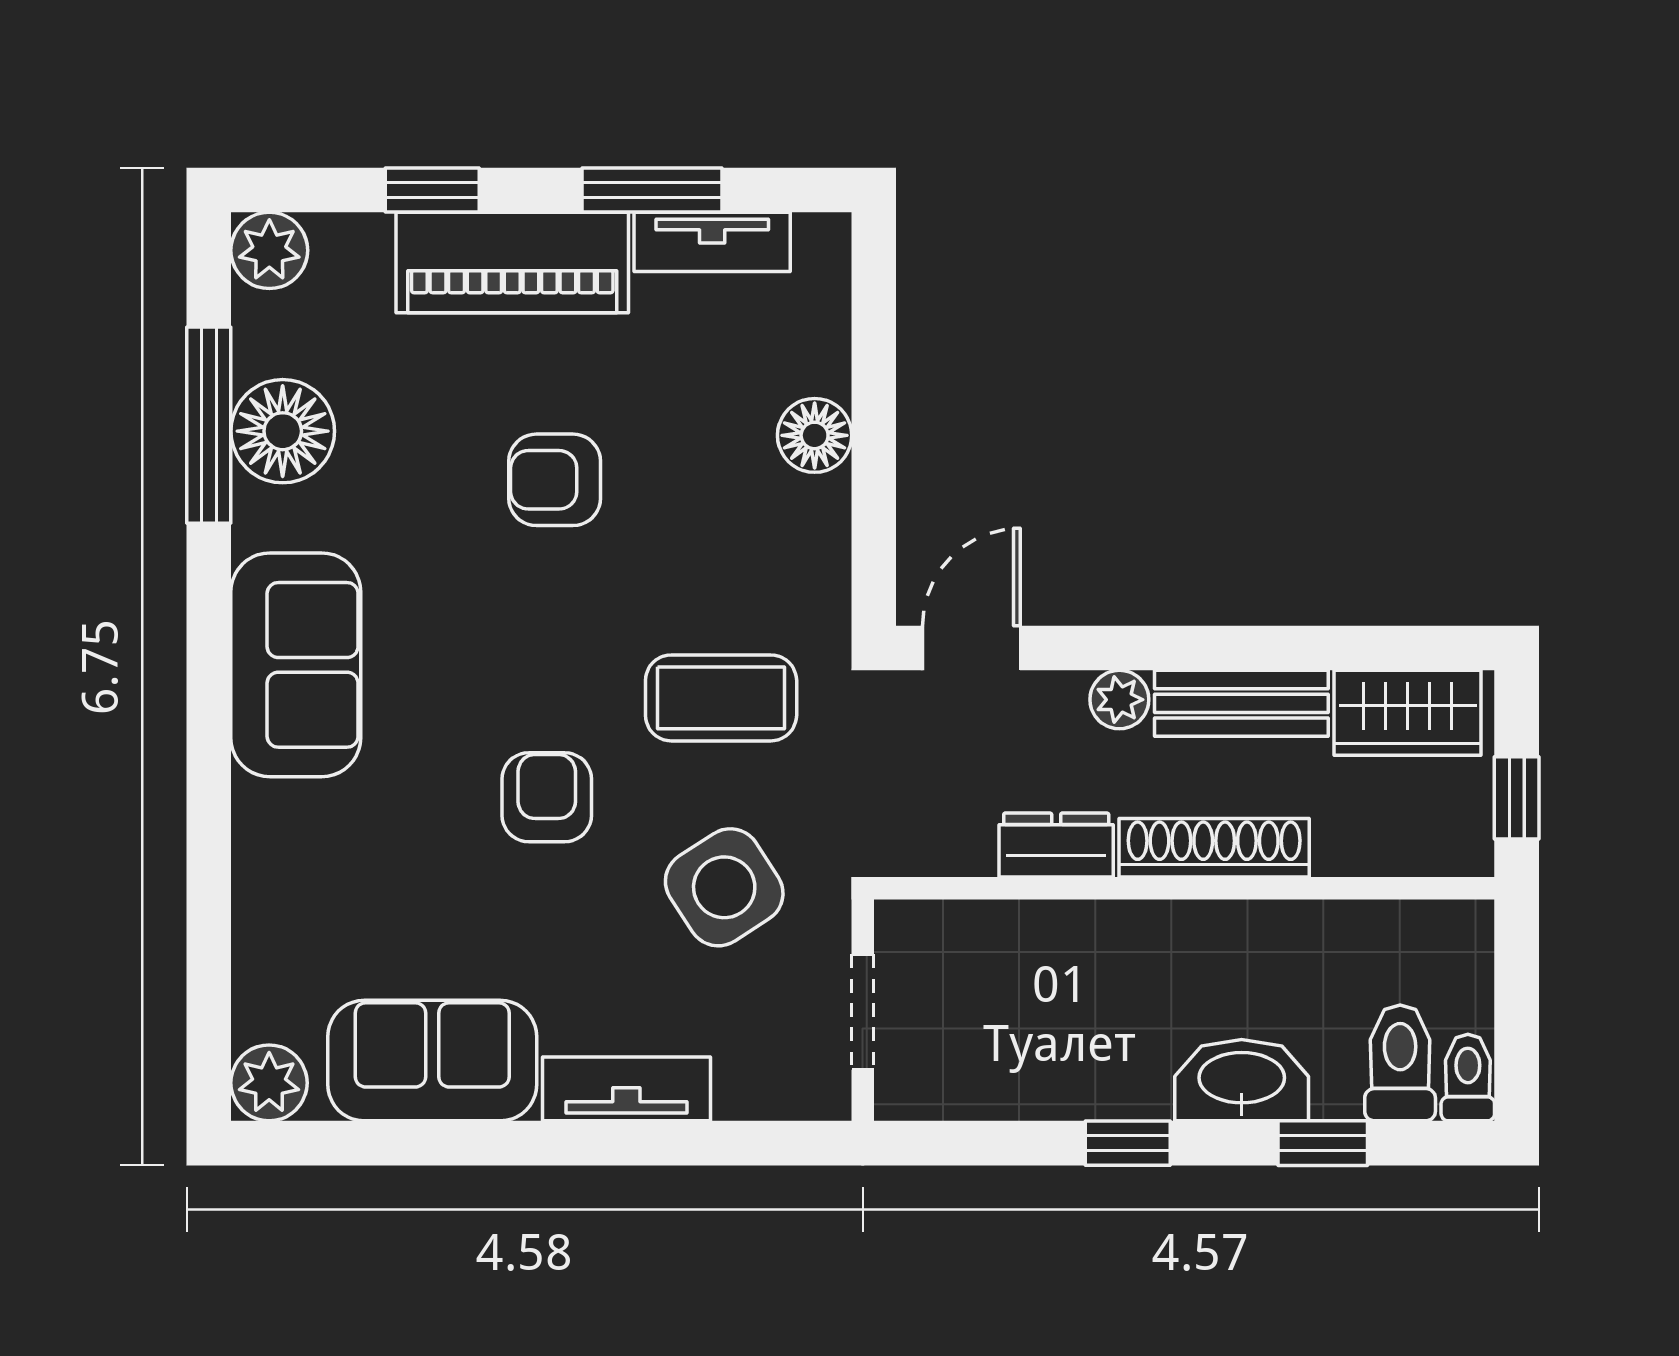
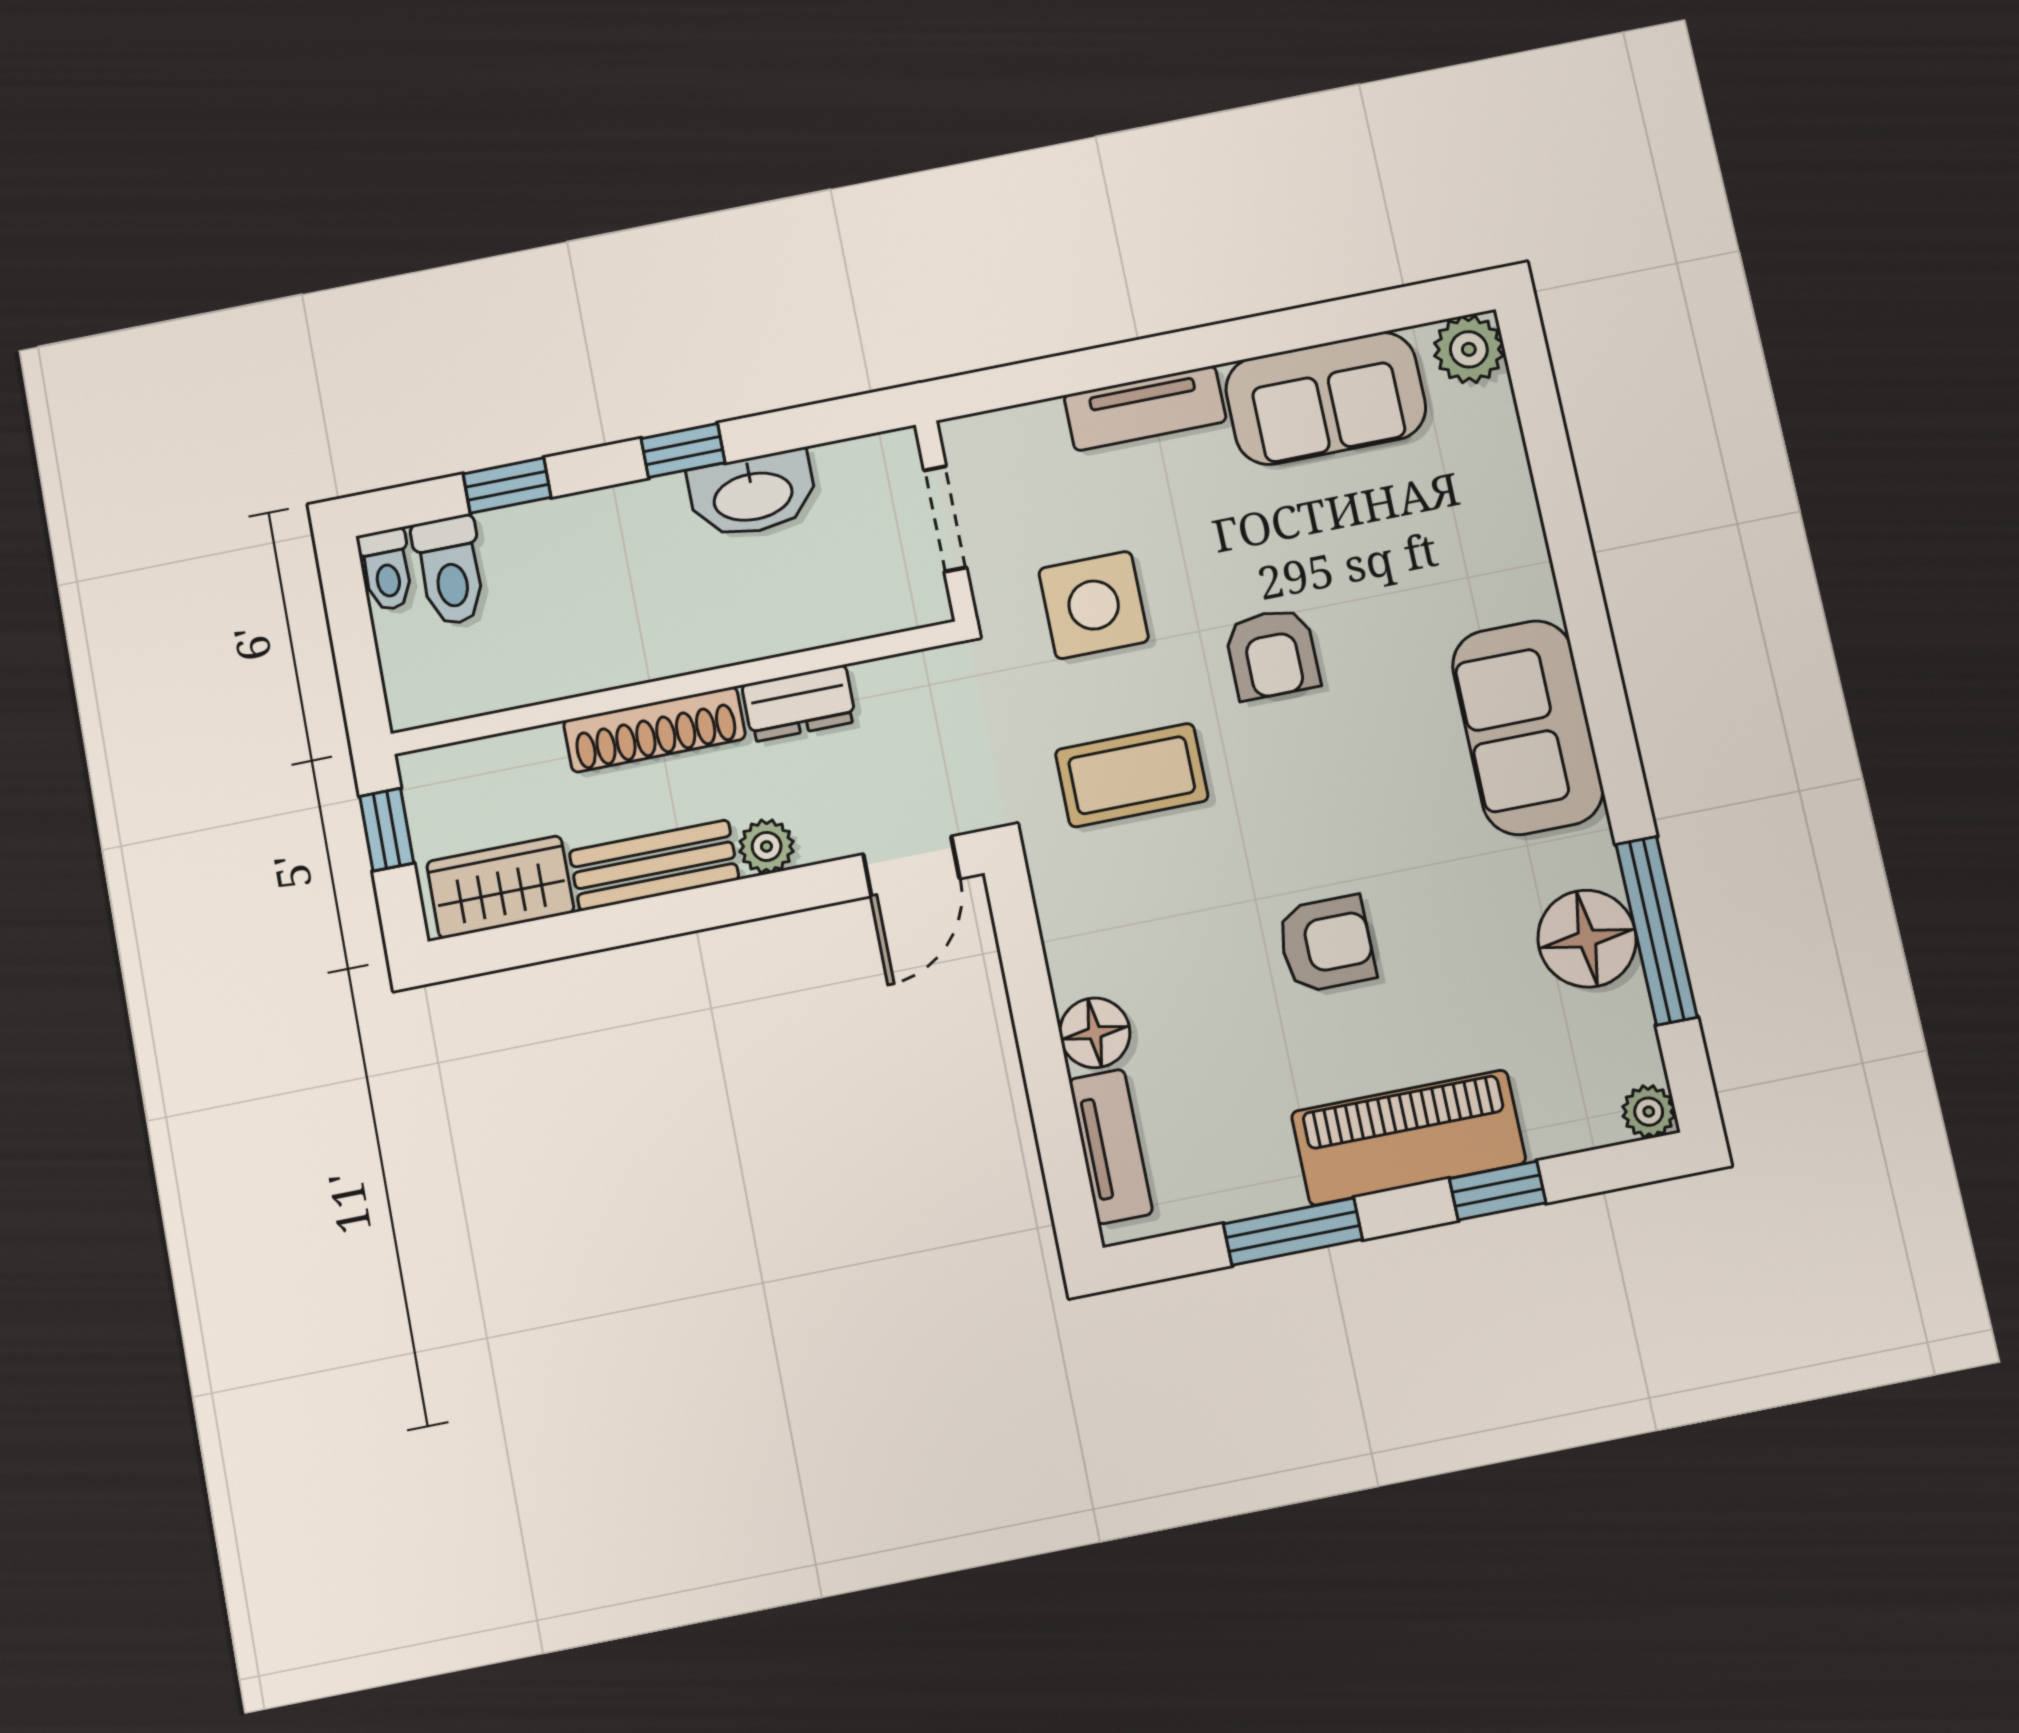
tv unit: (712, 242) -> (1111, 1147), moved, turned 90
plant: (269, 250) -> (1649, 1112), width x0.73, depth x0.73
side table: (724, 887) -> (1094, 605), turned 33
washbasin: (1242, 1080) -> (753, 494), moved

